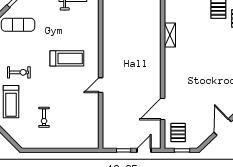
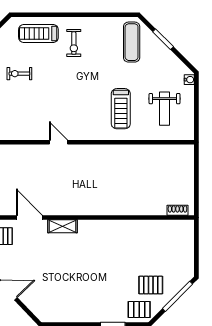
shelving: (170, 35) -> (62, 226), moved
treadmill: (67, 58) -> (121, 109), moved

